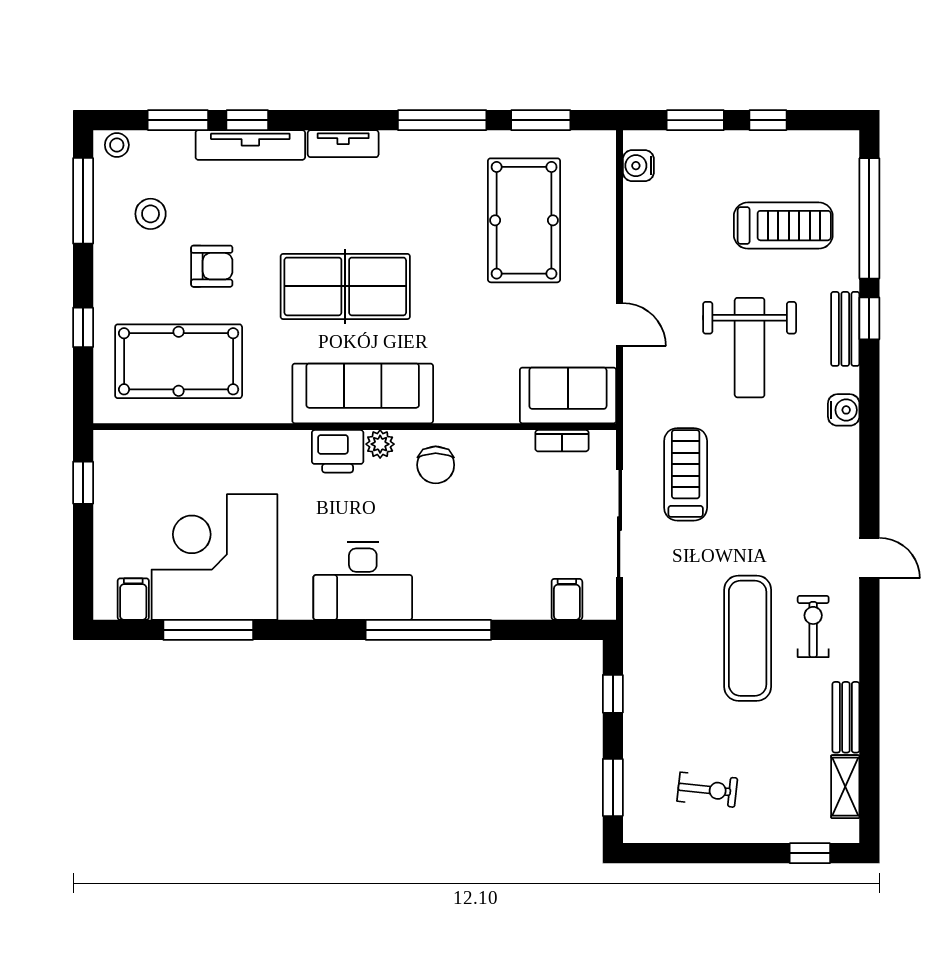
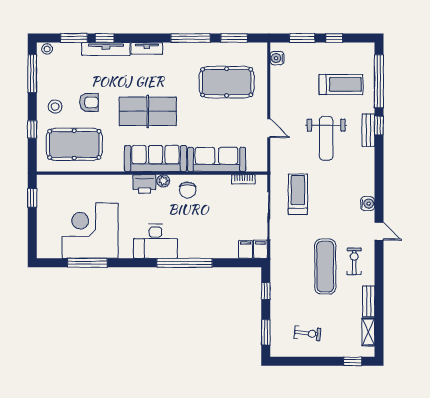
stool: (151, 214) -> (55, 106), moved
pool table: (524, 220) -> (227, 82), turned 90
sofa: (568, 395) -> (217, 159), moved, width x1.36
water cooler: (844, 410) -> (368, 204), moved
filing cabinet: (133, 599) -> (260, 249), moved

